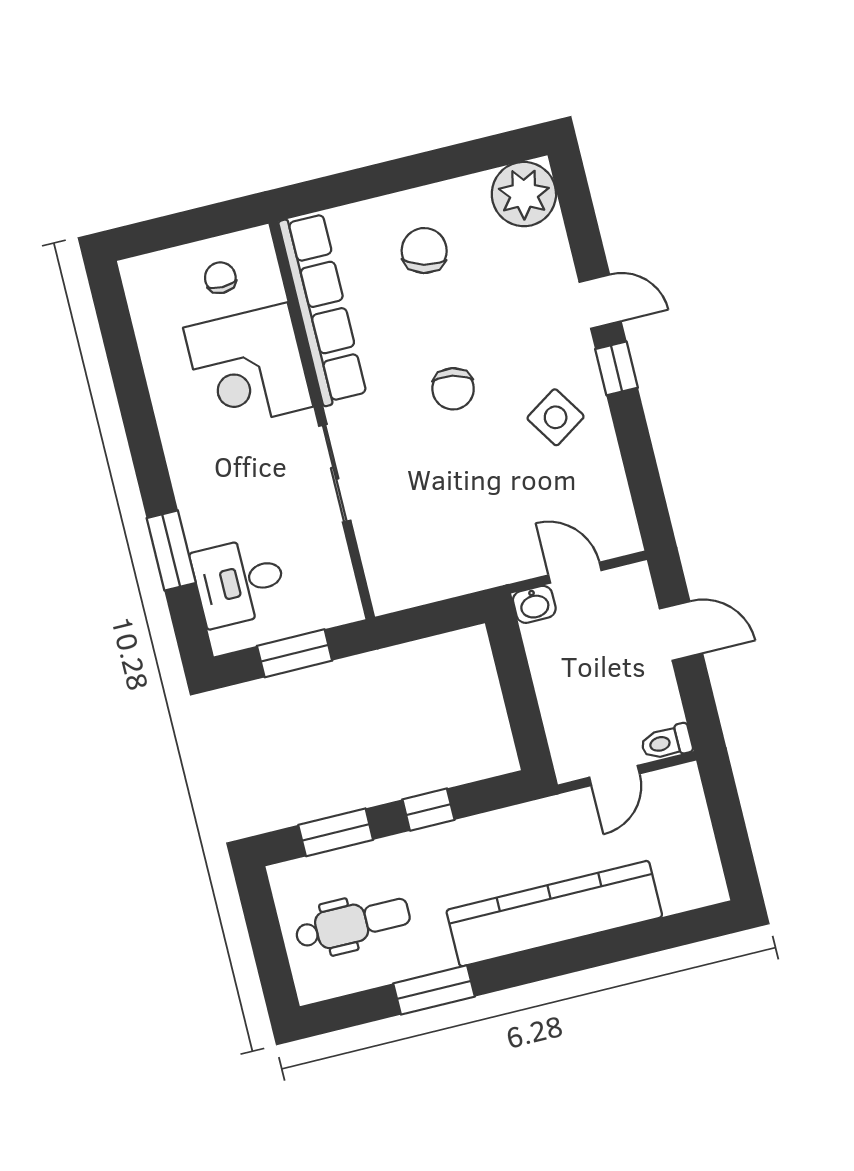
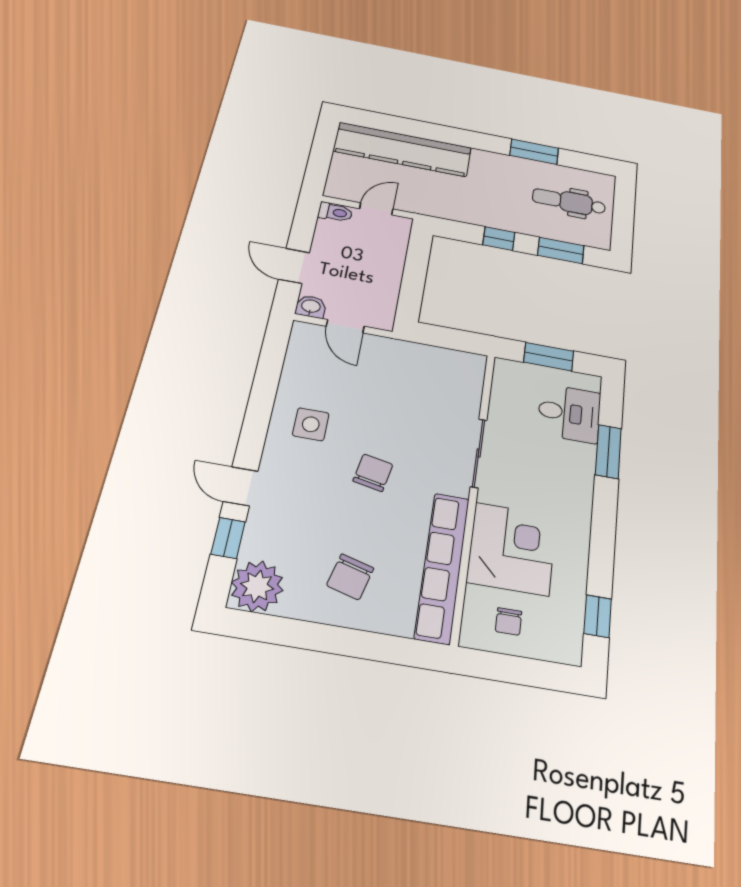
window: (117, 329) -> (598, 616), added
window: (617, 368) -> (228, 538), moved
side table: (556, 417) -> (311, 424), turned 33
washbasin: (534, 604) -> (311, 307), moved
kitchen counter: (554, 914) -> (403, 149), moved

